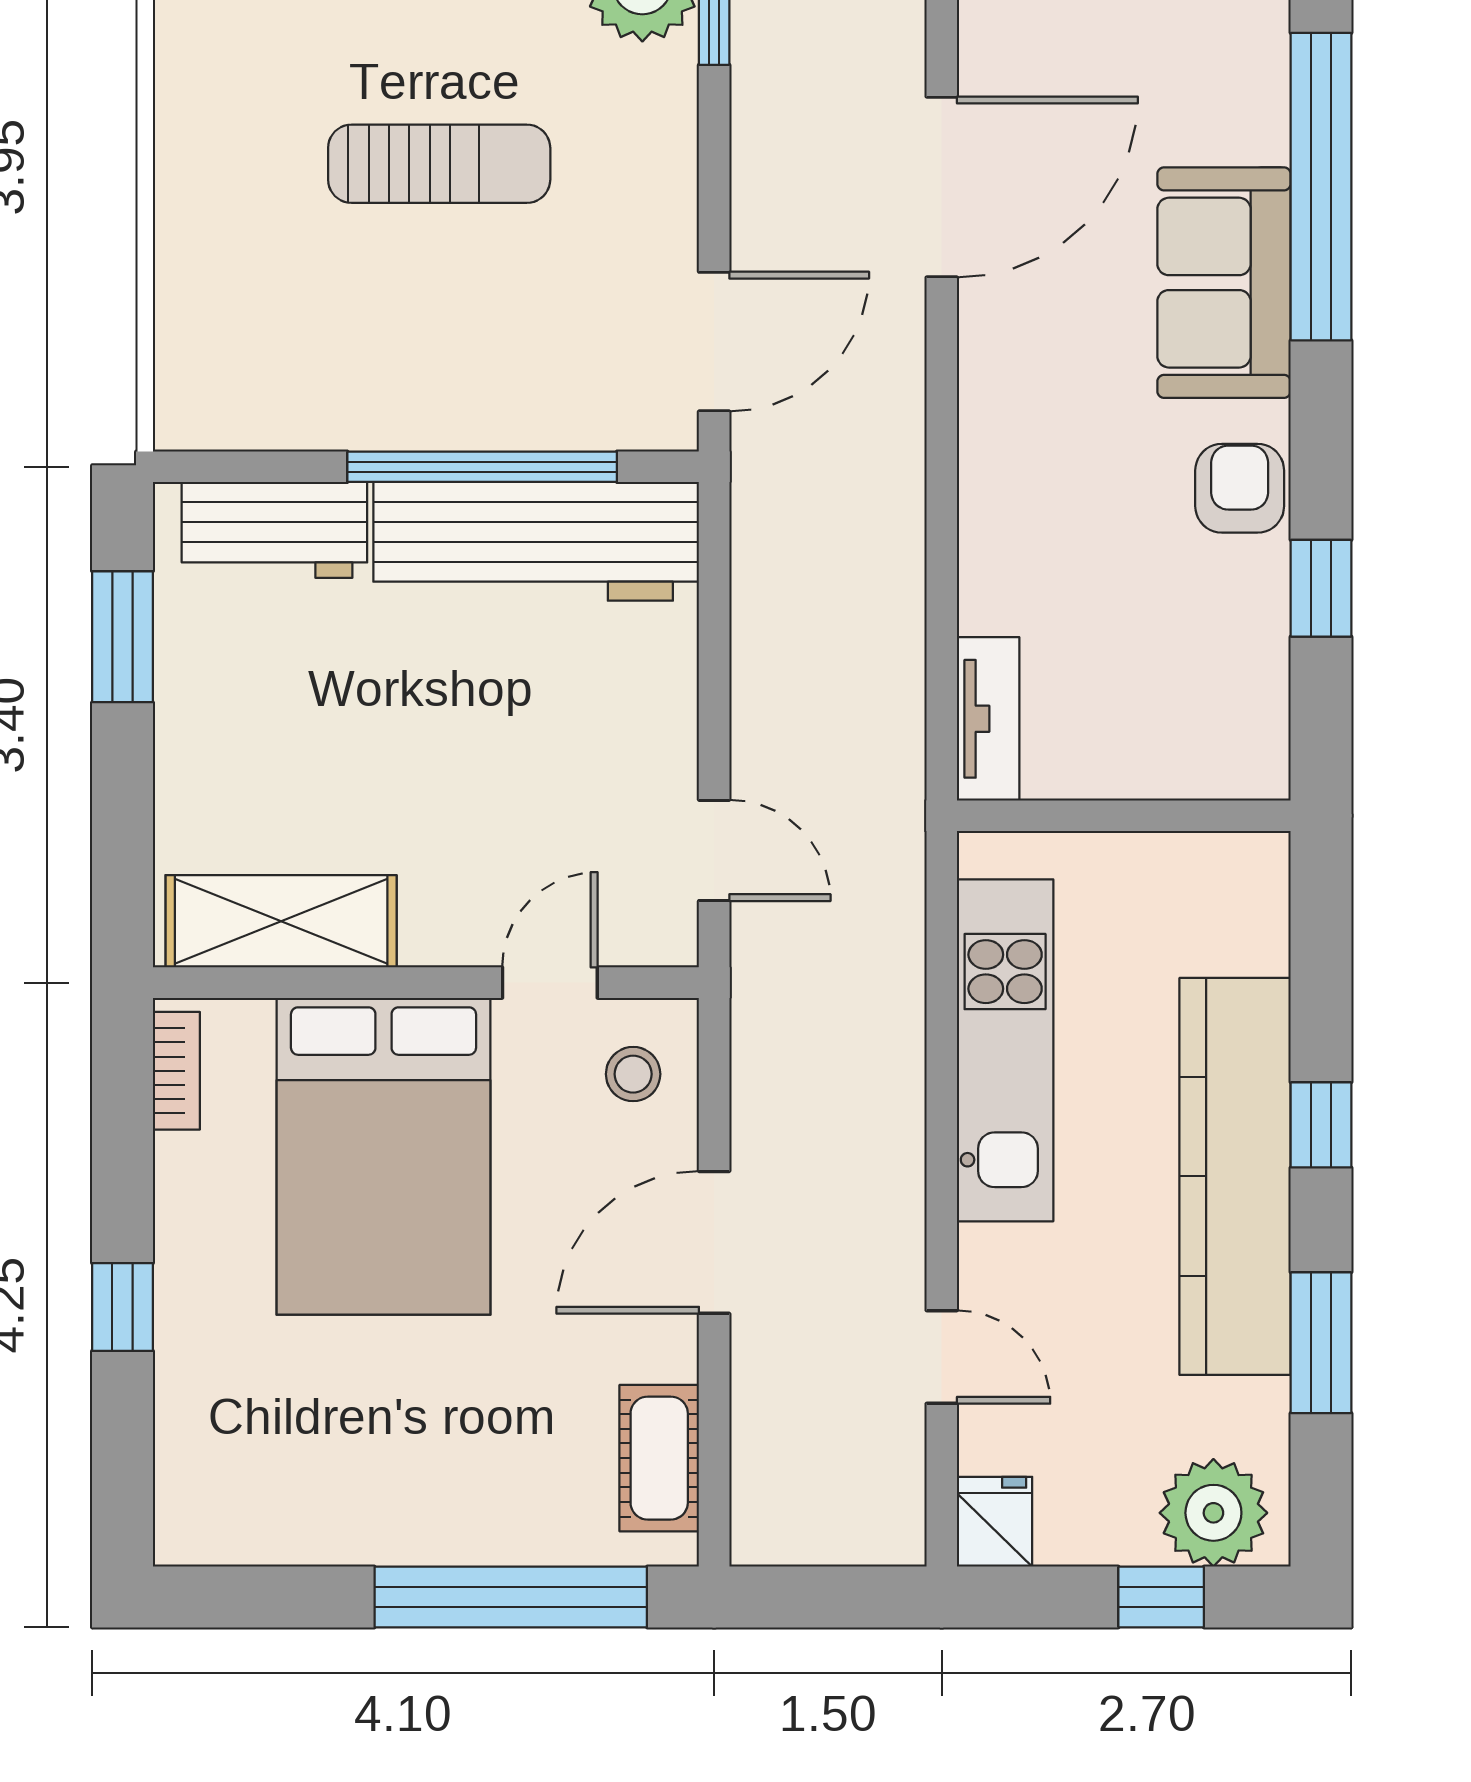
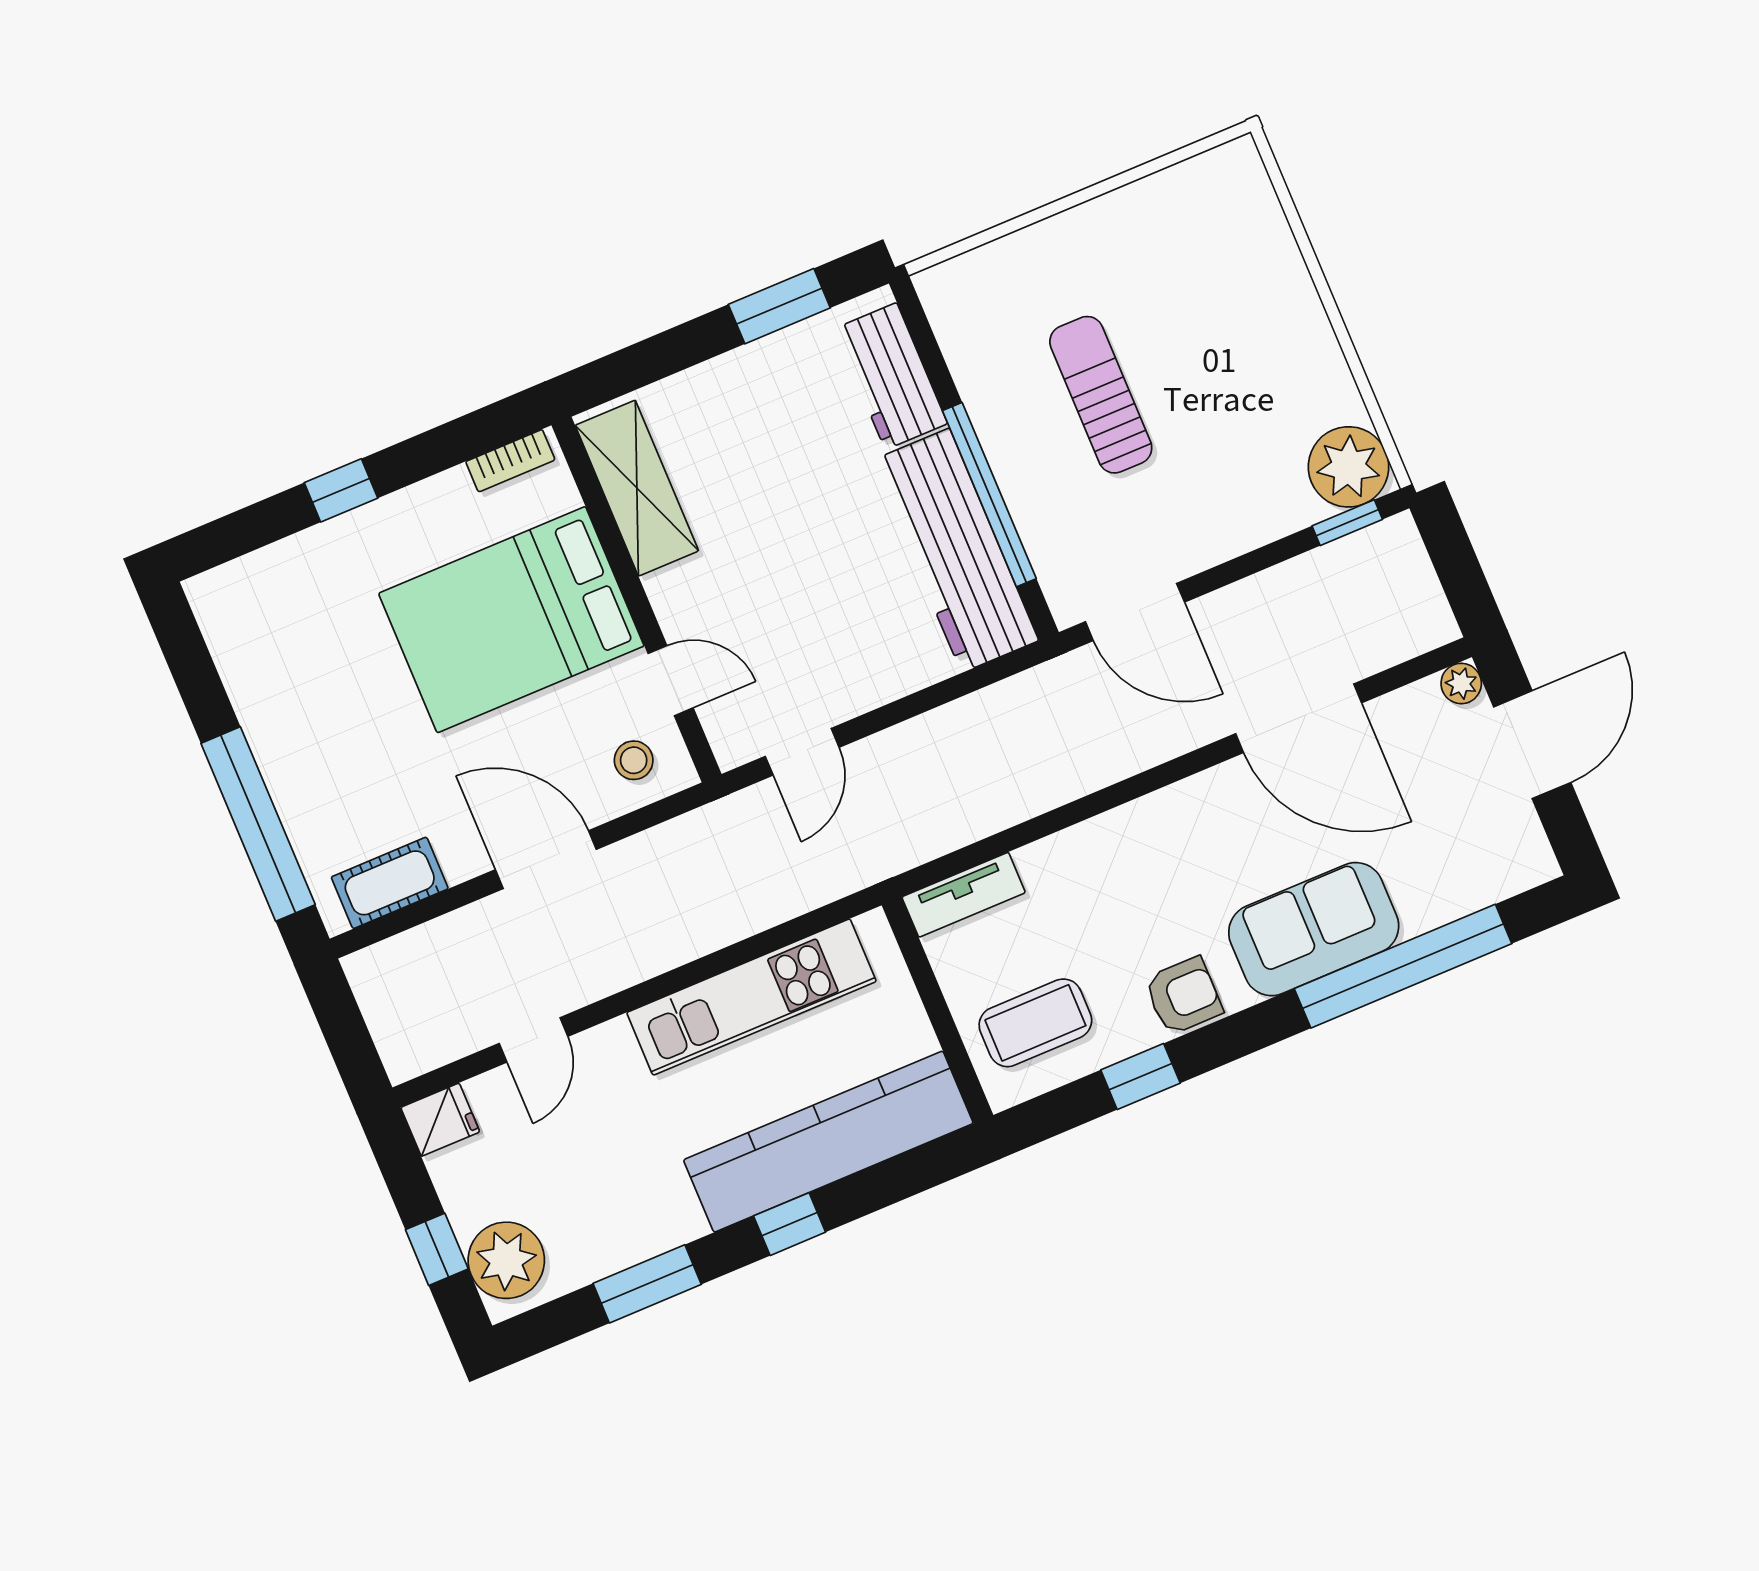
sun lounger: (439, 164) -> (1101, 395), moved, turned 180
coffee table: (1194, 695) -> (1035, 1023), added
kitchen counter: (1235, 1176) -> (828, 1142), moved

